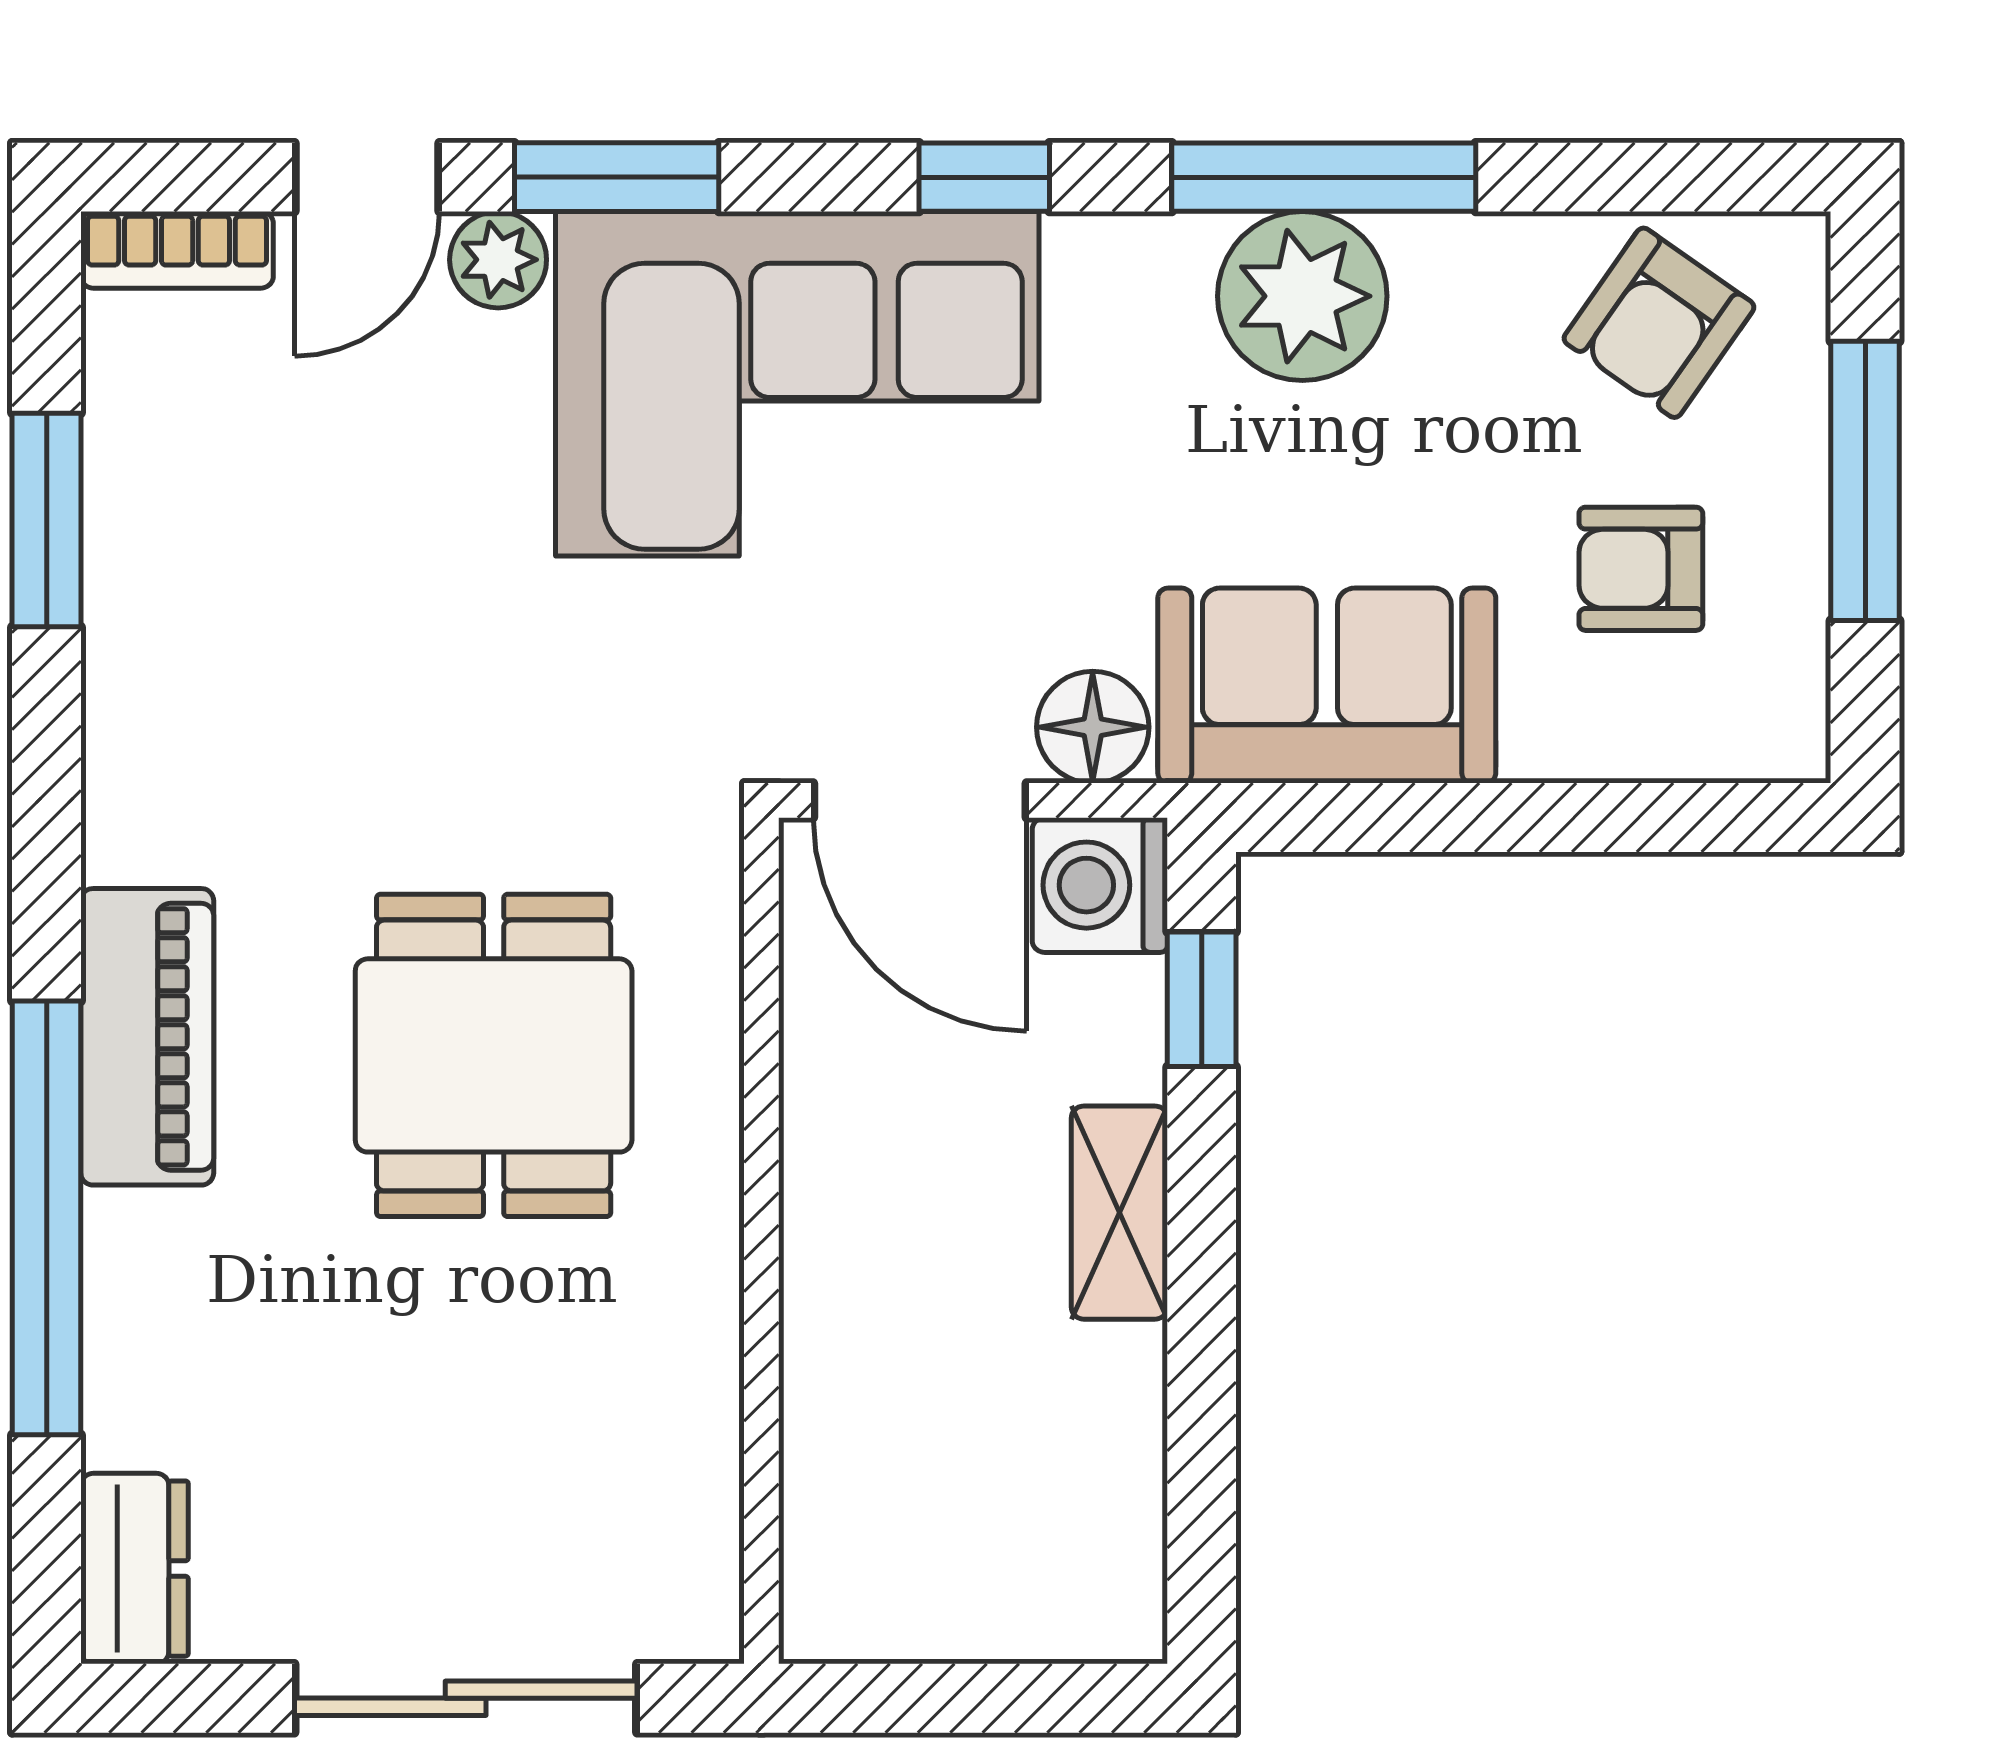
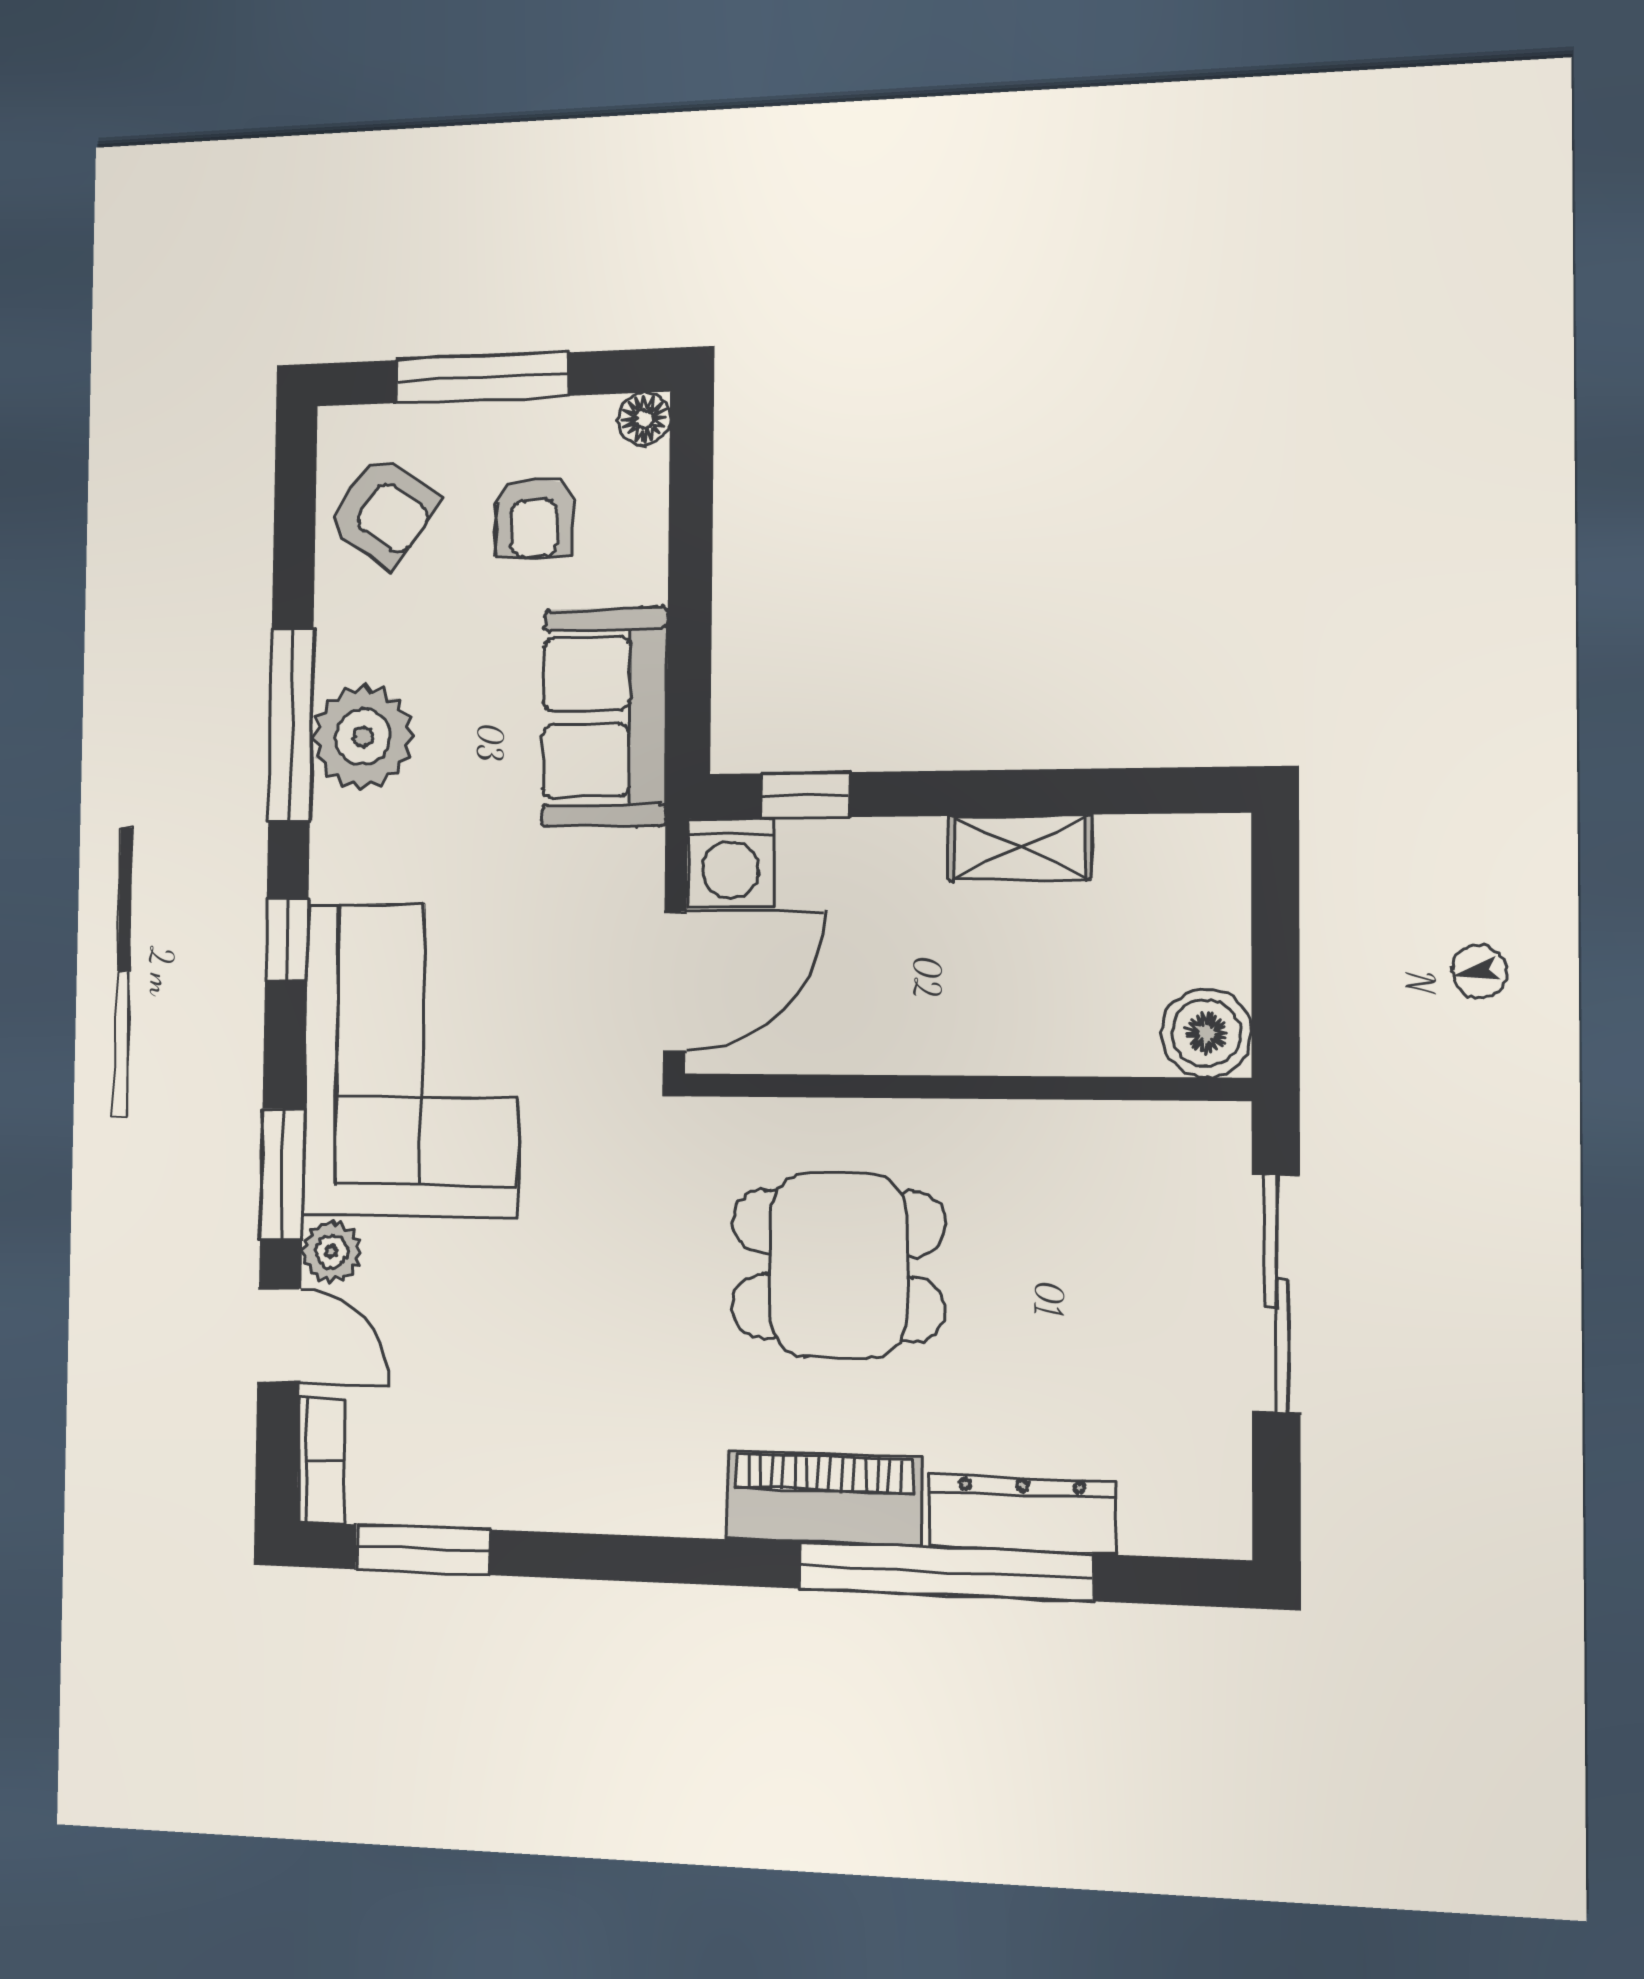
window: (47, 520) -> (423, 1550), moved
floor lamp: (1093, 727) -> (644, 419), moved, width x0.73, depth x0.73
shelving: (1119, 1213) -> (1020, 847), moved
dresser: (134, 1569) -> (1022, 1514), moved, width x1.44
boiler: (844, 1599) -> (1206, 1033), added

